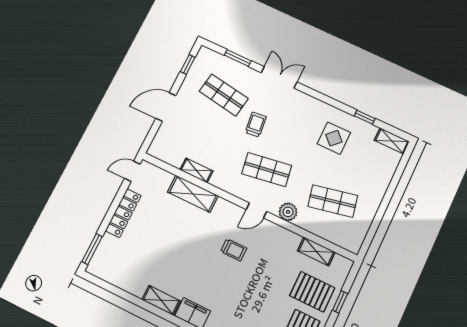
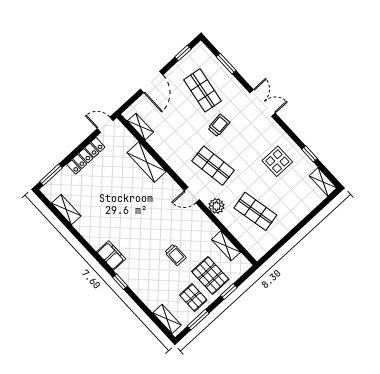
double door: (279, 77) -> (262, 103), moved
door: (166, 107) -> (152, 82), swing flipped
shelving: (196, 170) -> (140, 127), moved
trolley: (234, 250) -> (175, 255), moved
shelving: (161, 300) -> (66, 210), moved

